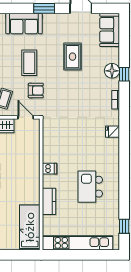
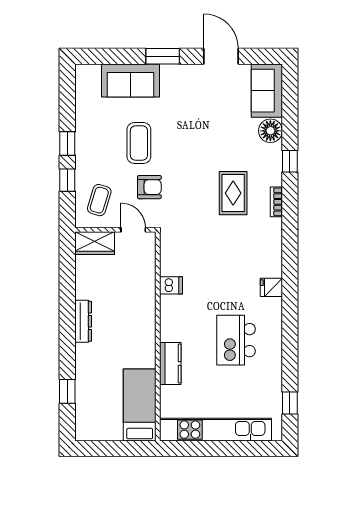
rug: (73, 57) -> (233, 193), moved
floor lamp: (112, 71) -> (270, 131), moved
fridge: (112, 132) -> (271, 287), moved
dishwasher: (49, 169) -> (171, 285), moved

